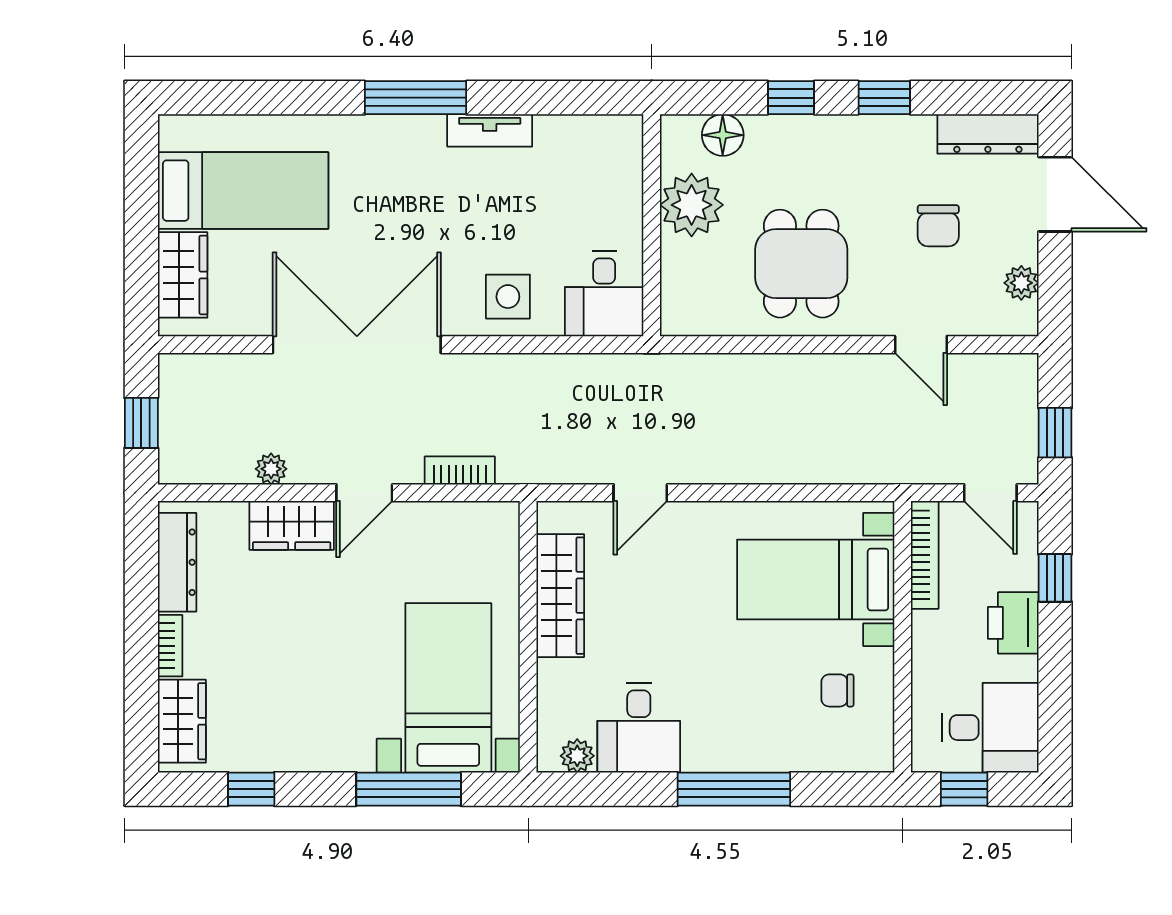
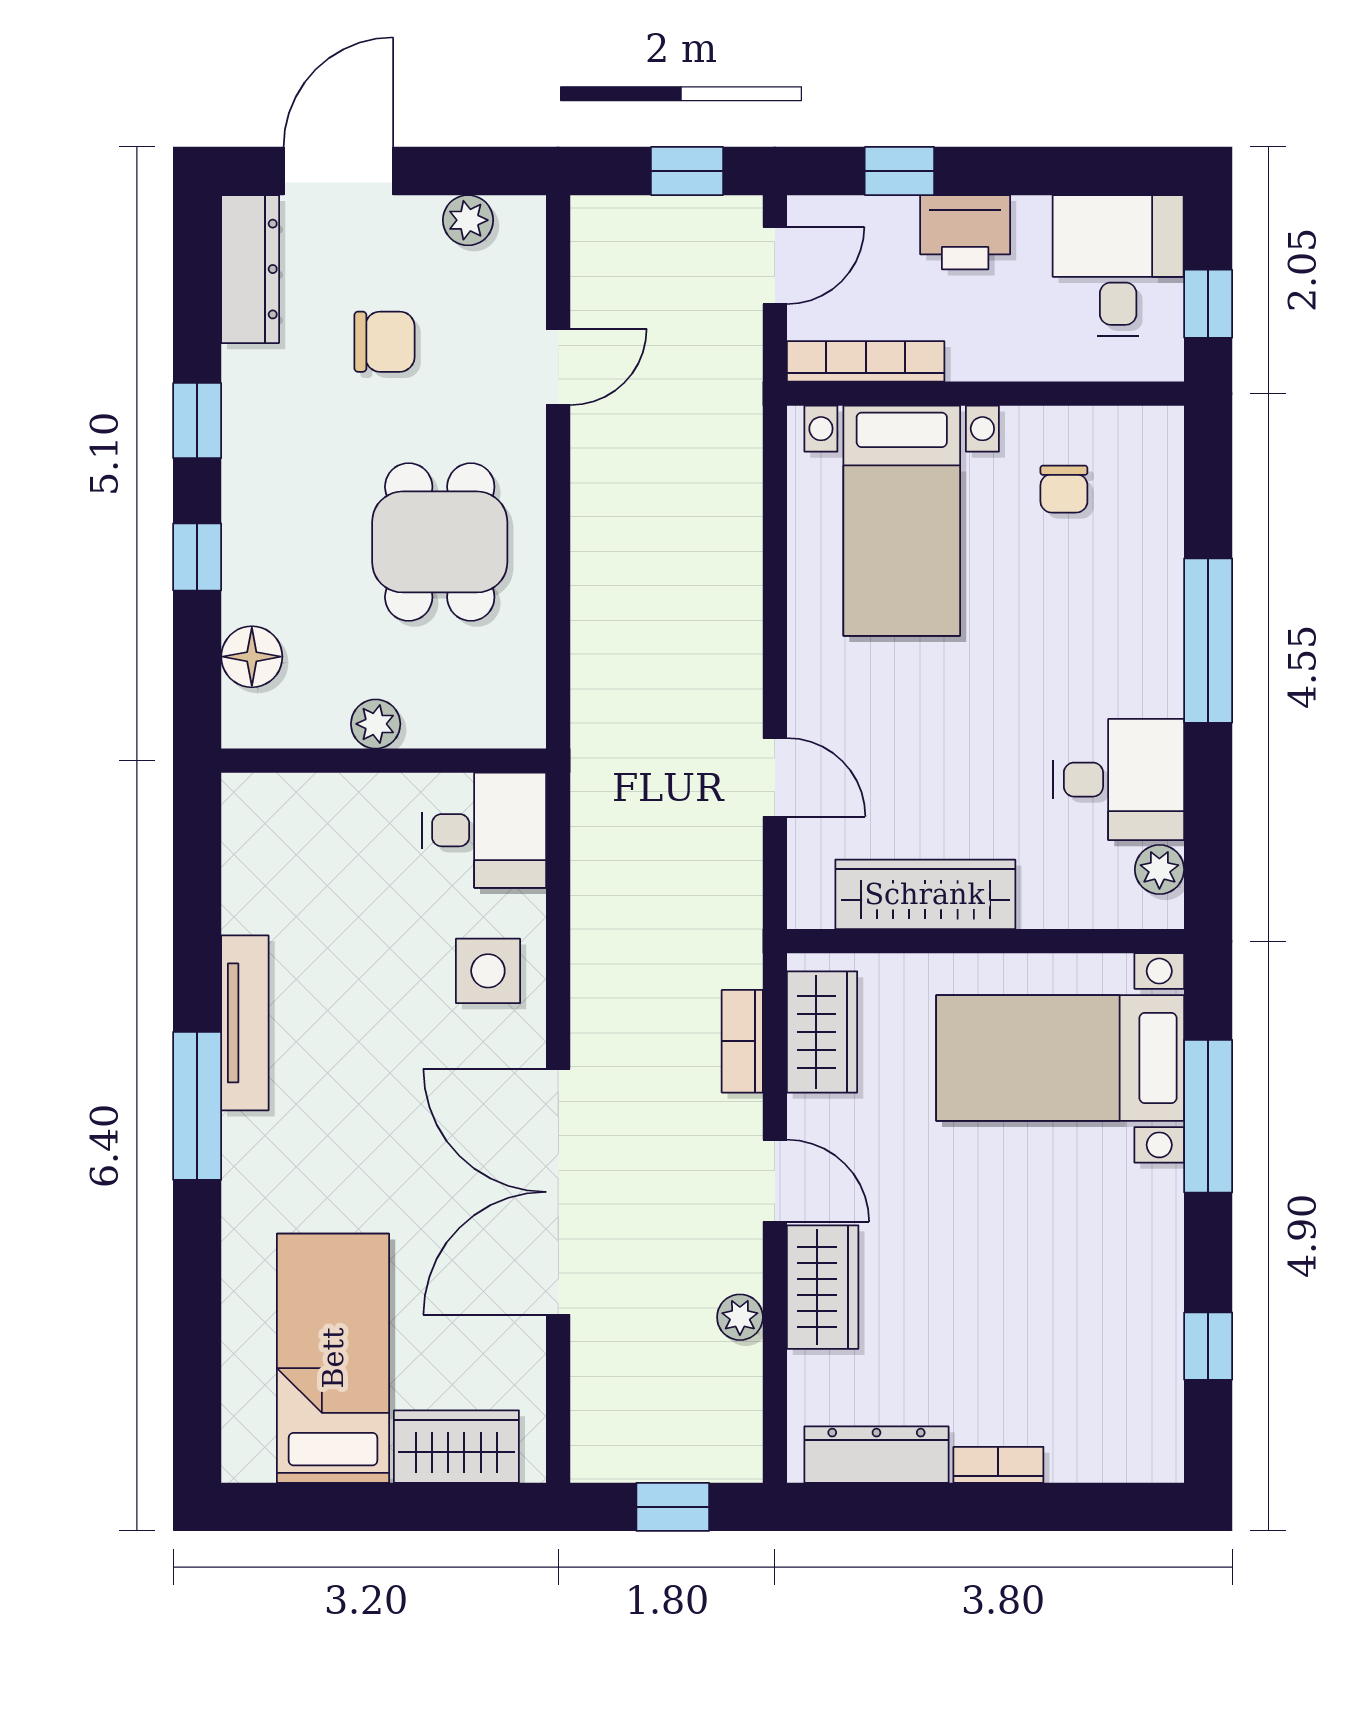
tv unit: (490, 130) -> (245, 1023), width x1.41
plant: (692, 205) -> (376, 724), width x0.53, depth x0.53
dining table: (801, 264) -> (440, 542), turned 90
wardrobe: (182, 721) -> (822, 1032), moved, turned 90

